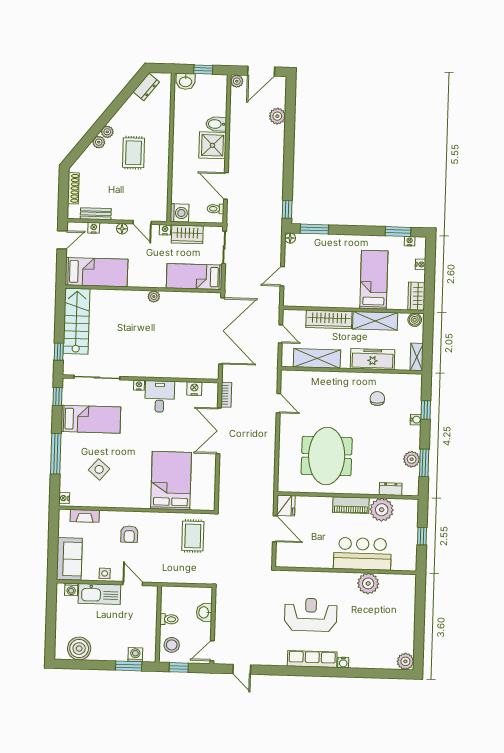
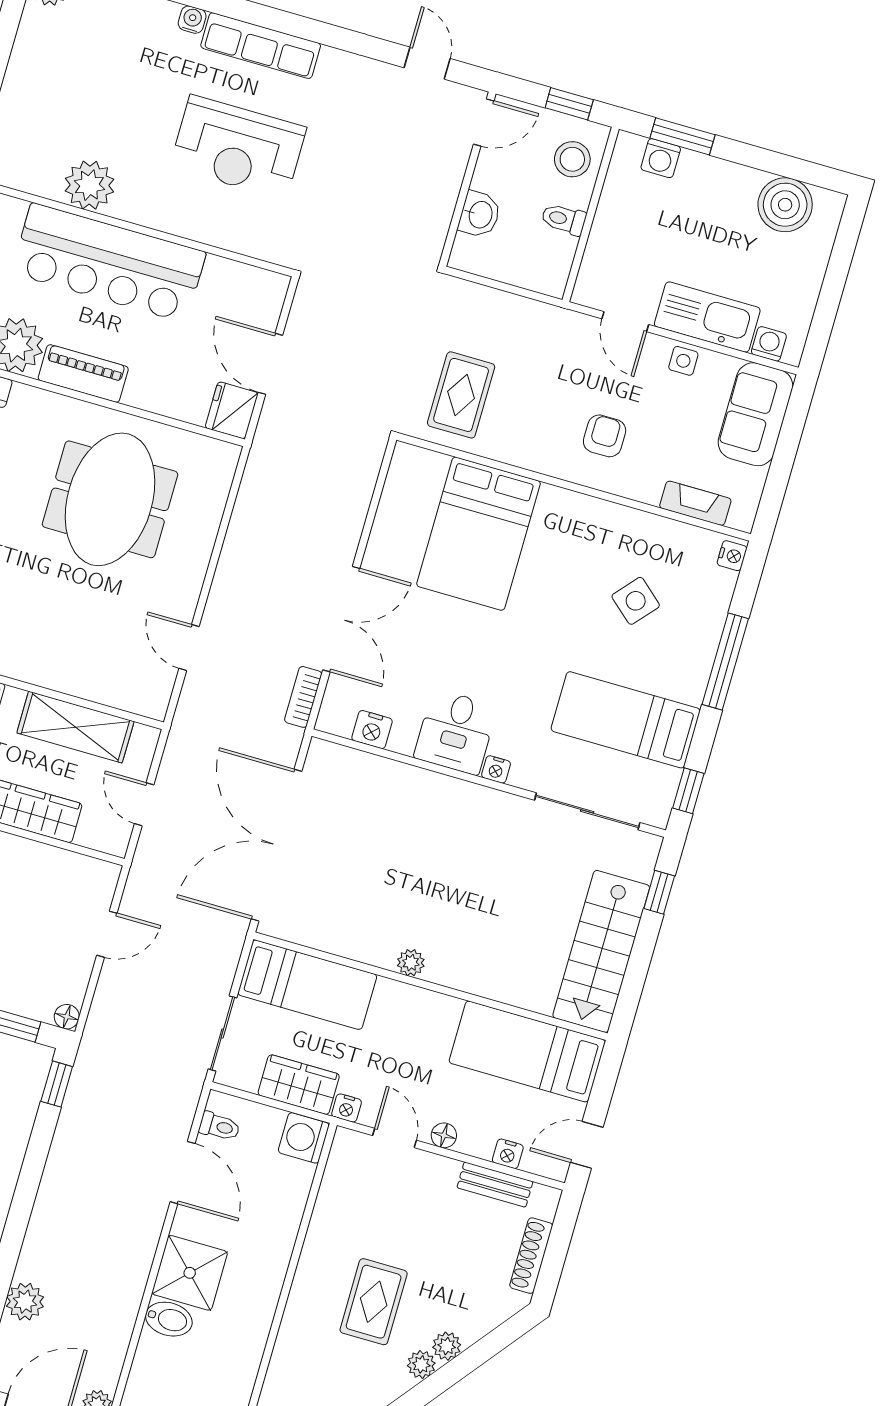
bar counter: (362, 554) -> (109, 263), width x1.36

